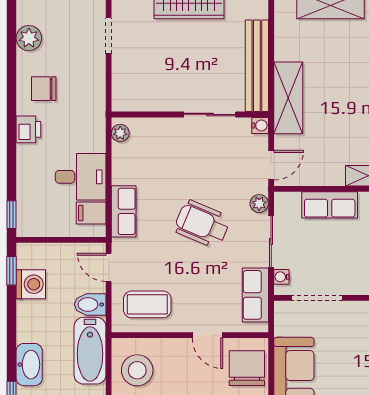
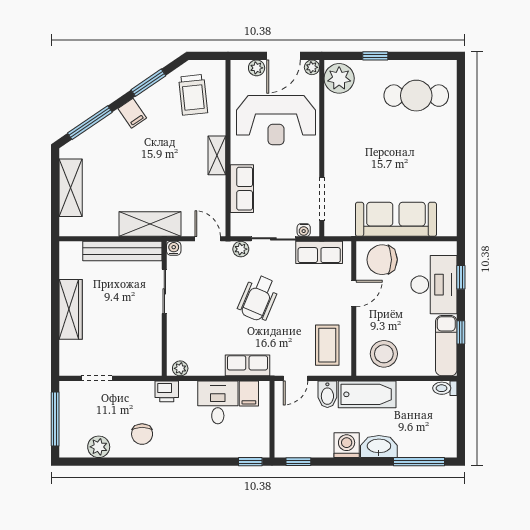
printer: (28, 129) -> (167, 391), moved, turned 180
washing machine: (31, 284) -> (347, 445), moved

